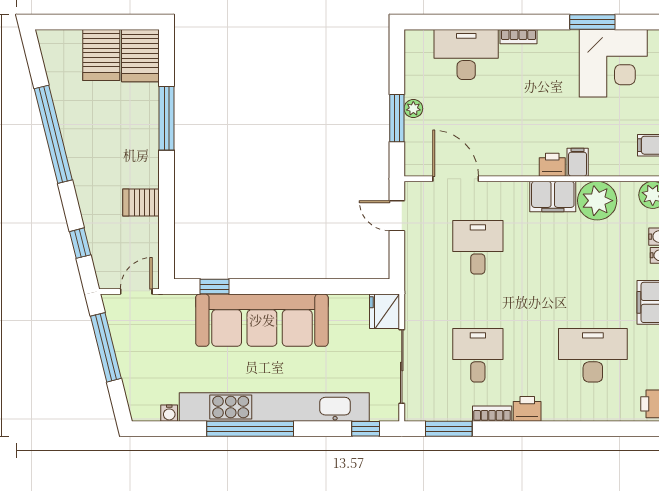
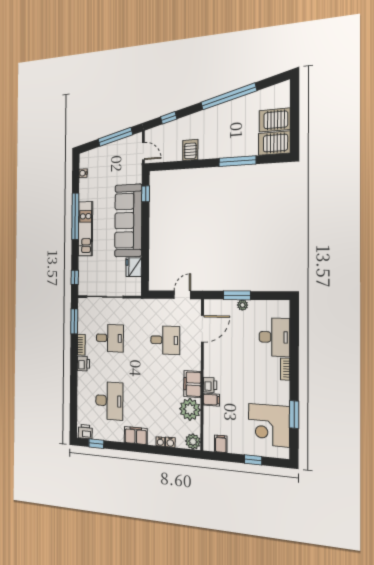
fridge: (384, 311) -> (134, 267), moved, turned -90
kitchen unit: (274, 407) -> (85, 229), width x0.54

